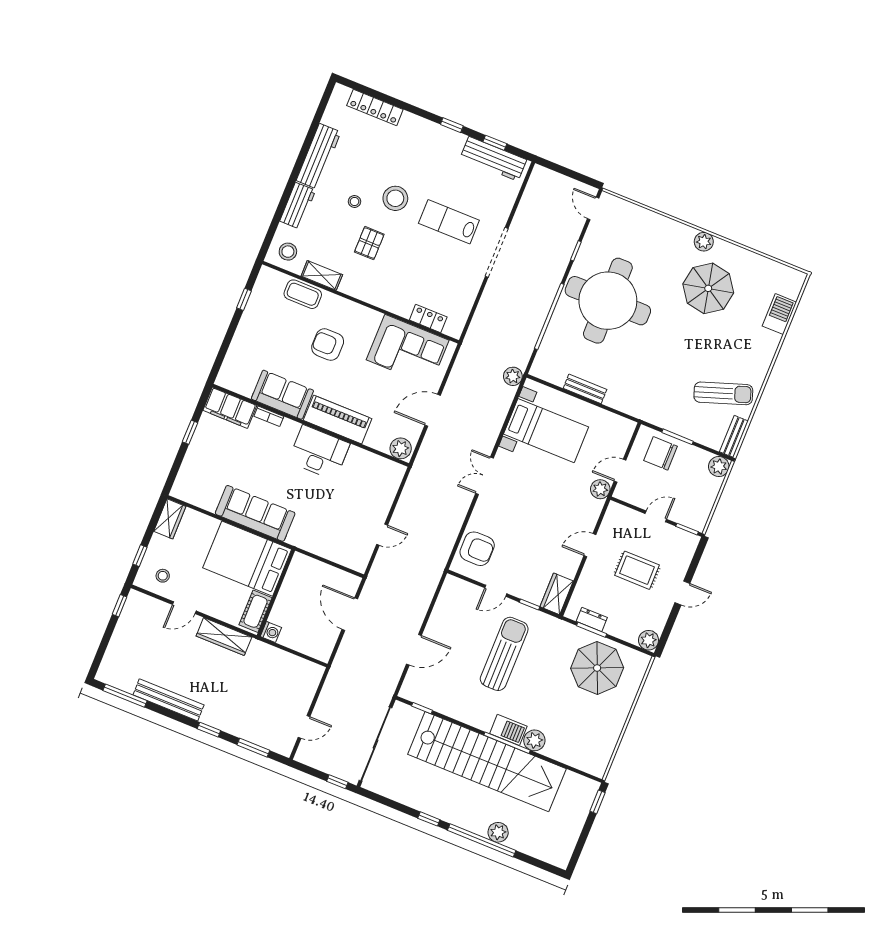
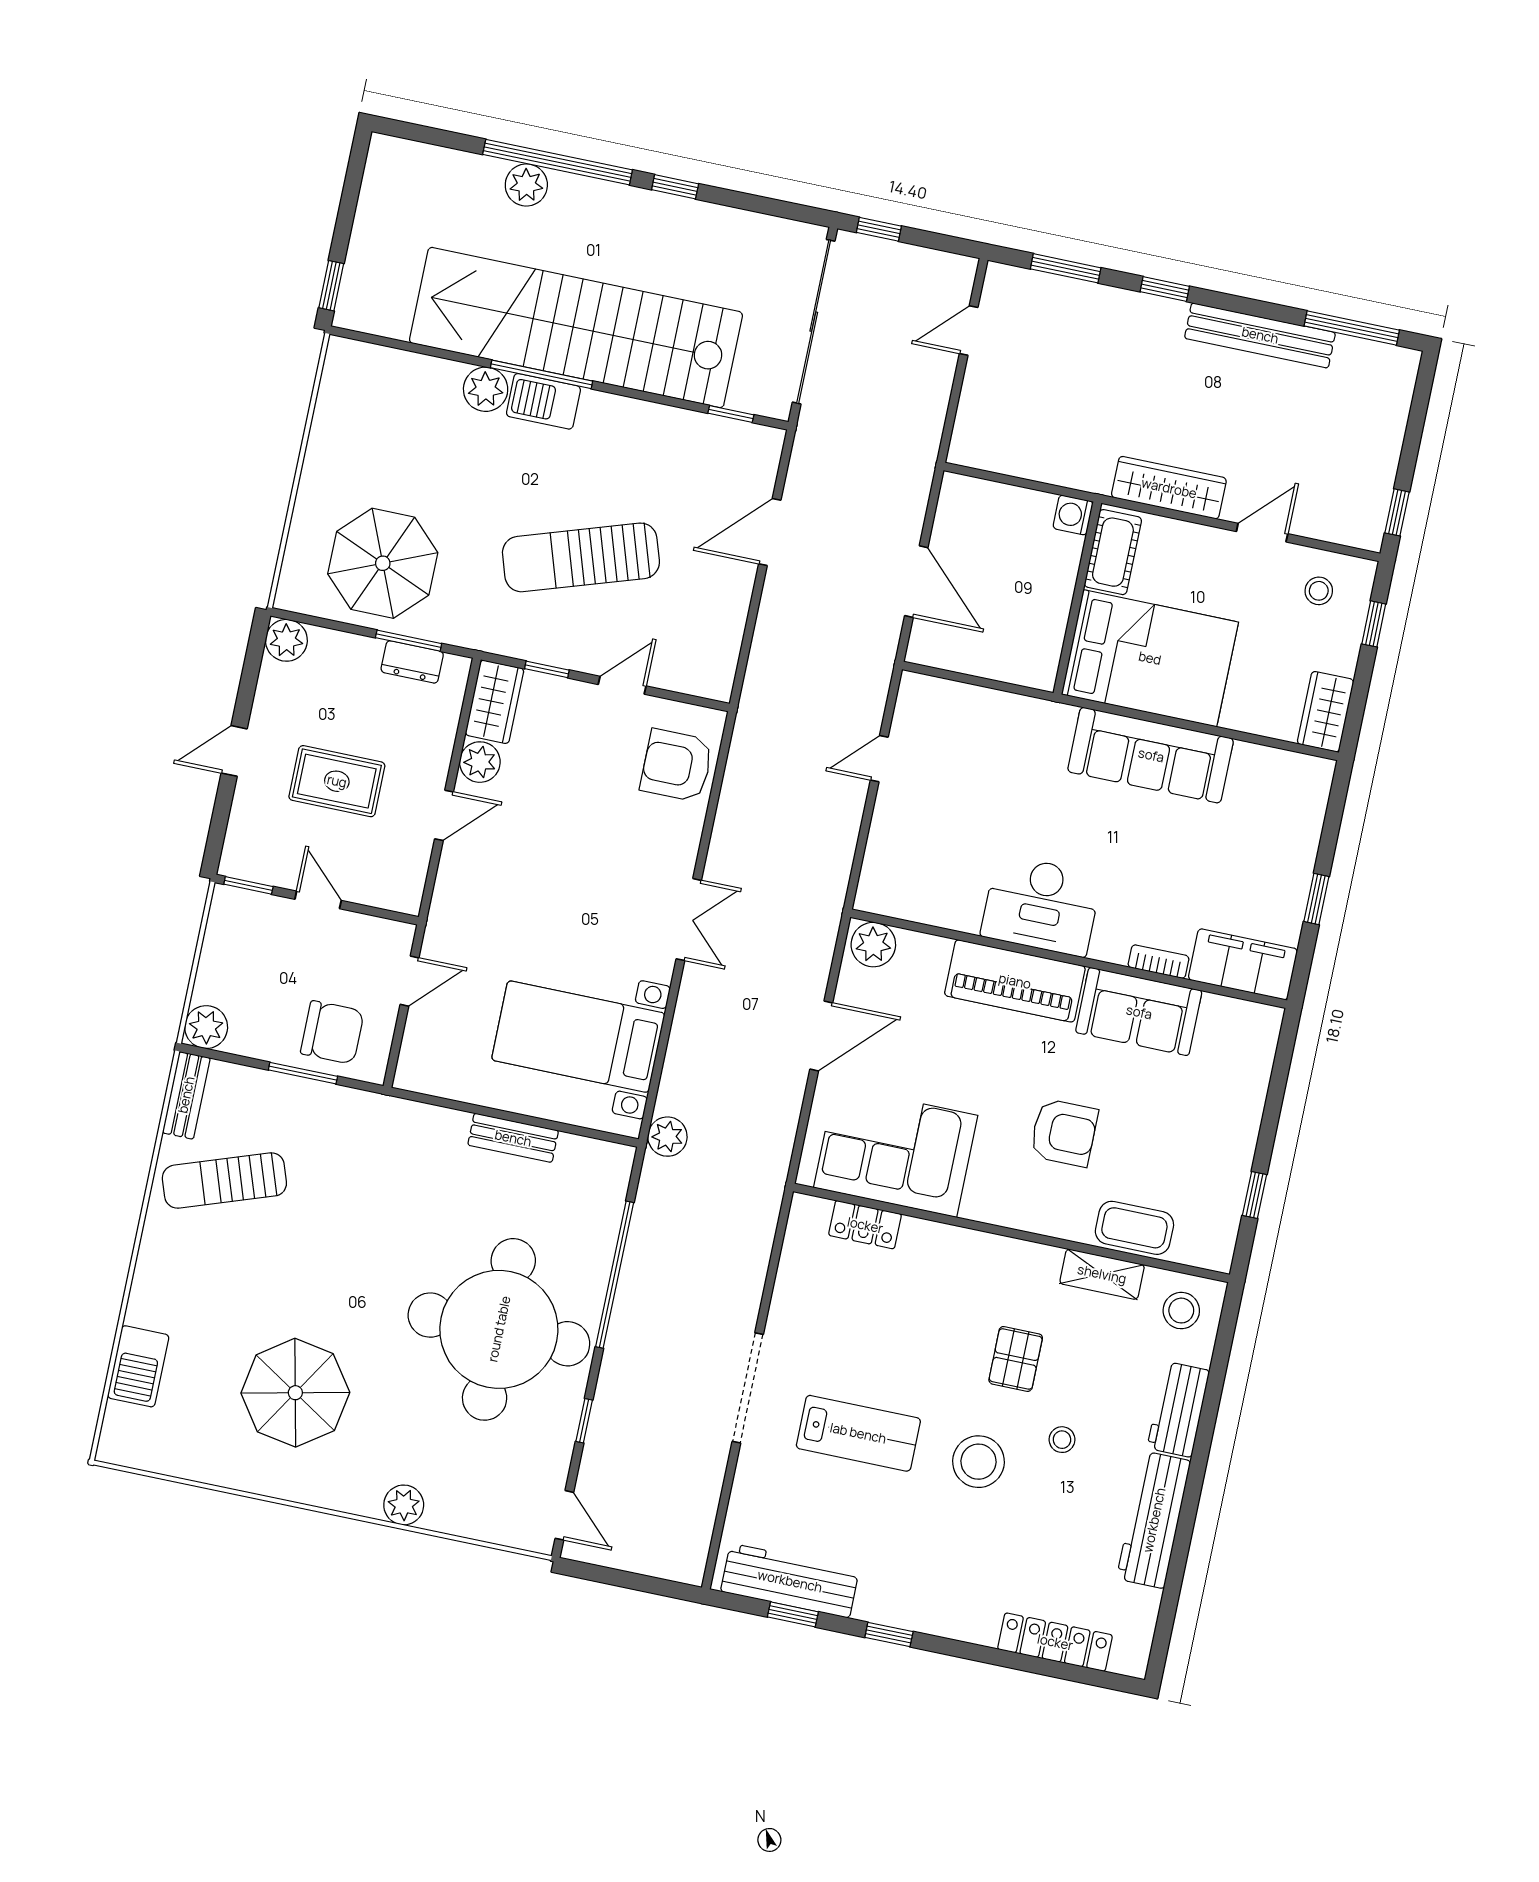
plant: (704, 242) -> (404, 1505), moved
plant: (600, 489) -> (480, 762), moved
door: (656, 516) -> (318, 900), swing flipped
sun lounger: (504, 654) -> (581, 557), turned 72

